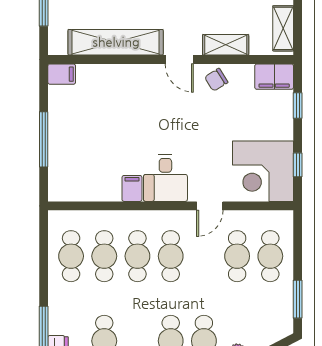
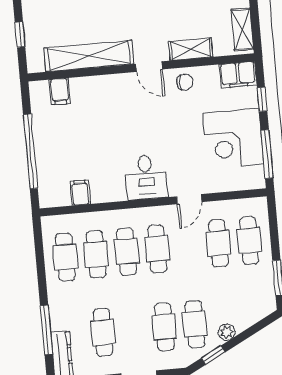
filing cabinet: (62, 74) -> (60, 91), moved, turned 90
chair: (216, 80) -> (185, 82), turned -148
window: (44, 139) -> (30, 151), width x1.46
window: (298, 165) -> (267, 154), width x2.17
corner desk: (263, 171) -> (233, 139), moved
filing cabinet: (132, 188) -> (80, 193), moved

